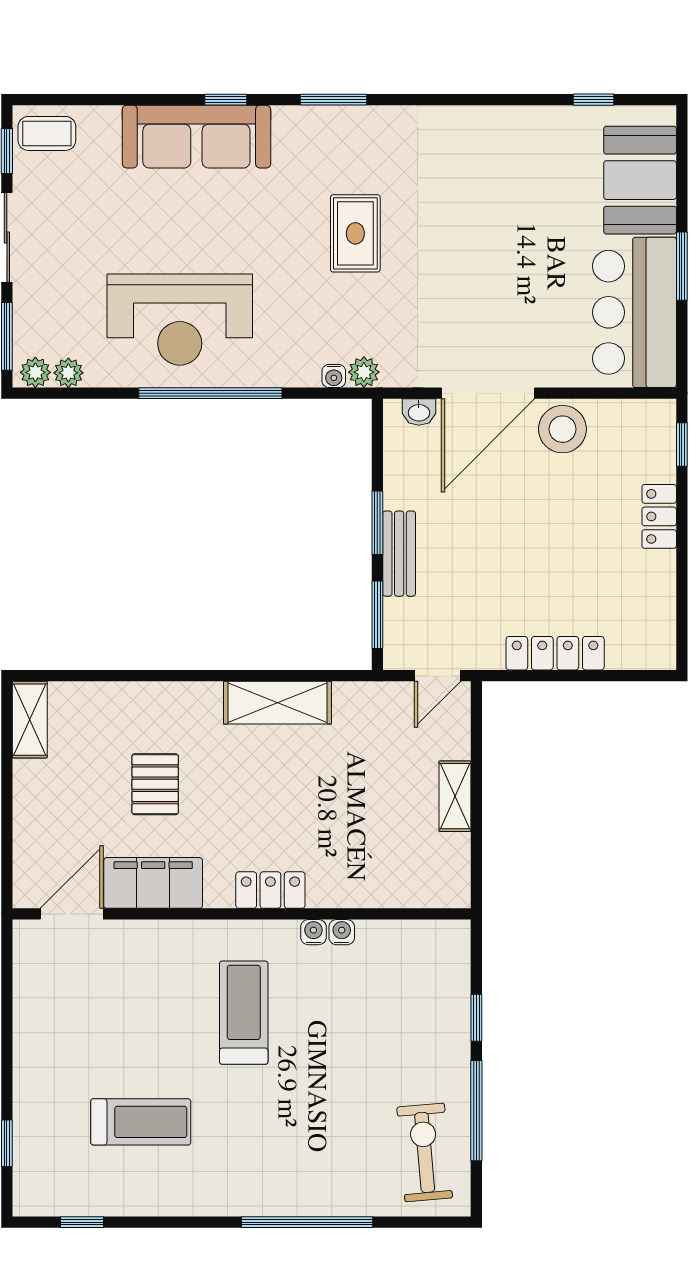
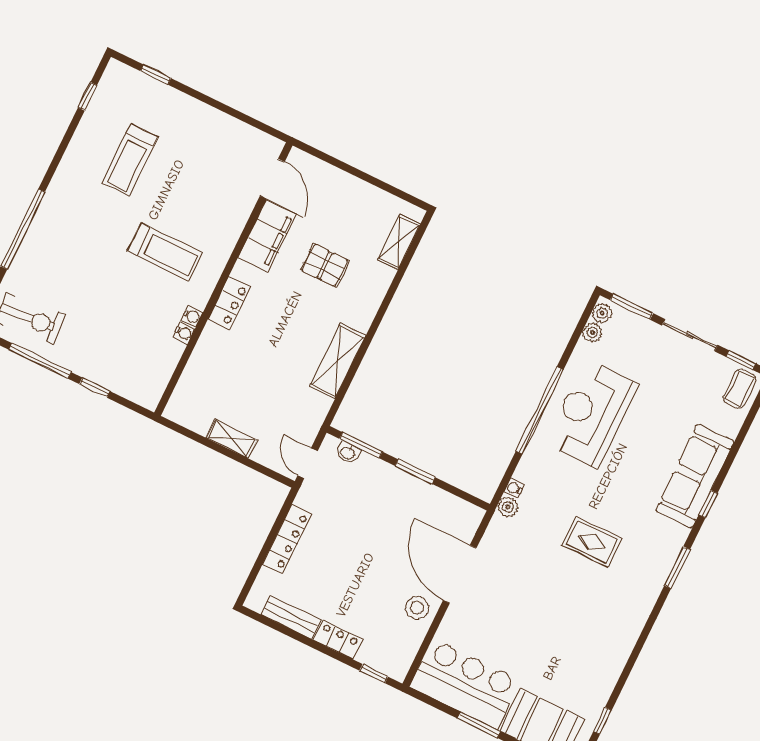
washbasin: (419, 412) -> (348, 453), moved, turned -90
stool: (562, 429) -> (417, 608), width x0.73, depth x0.73
bench: (399, 554) -> (291, 617), moved
shelving: (30, 720) -> (399, 242), moved, turned 90

